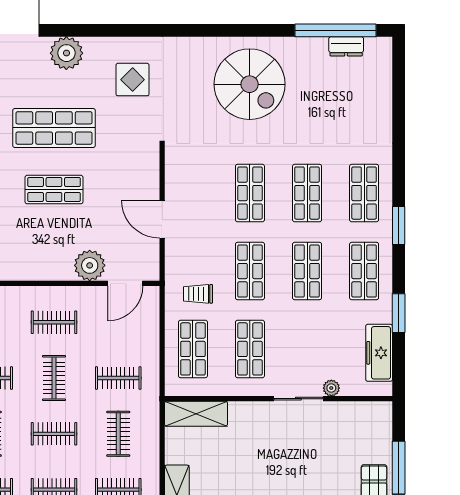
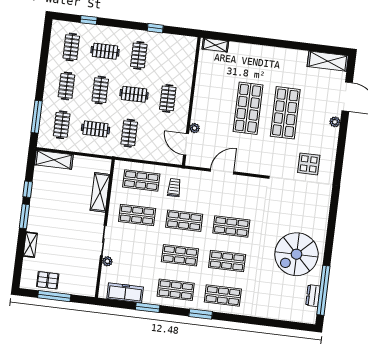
plant: (66, 53) -> (335, 122), width x0.53, depth x0.53
spiral stairs: (250, 84) -> (296, 254), moved
shop shelf: (54, 190) -> (248, 108), width x1.43, depth x1.36
plant: (90, 265) -> (195, 128), width x0.53, depth x0.53
shelving: (196, 414) -> (100, 192), moved

